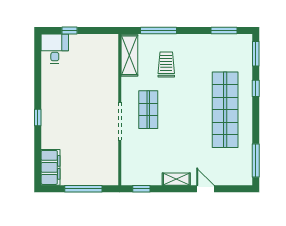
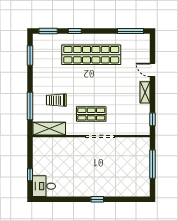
filing cabinet: (50, 167) -> (136, 190), removed
door: (205, 189) -> (152, 70), hinge flipped

